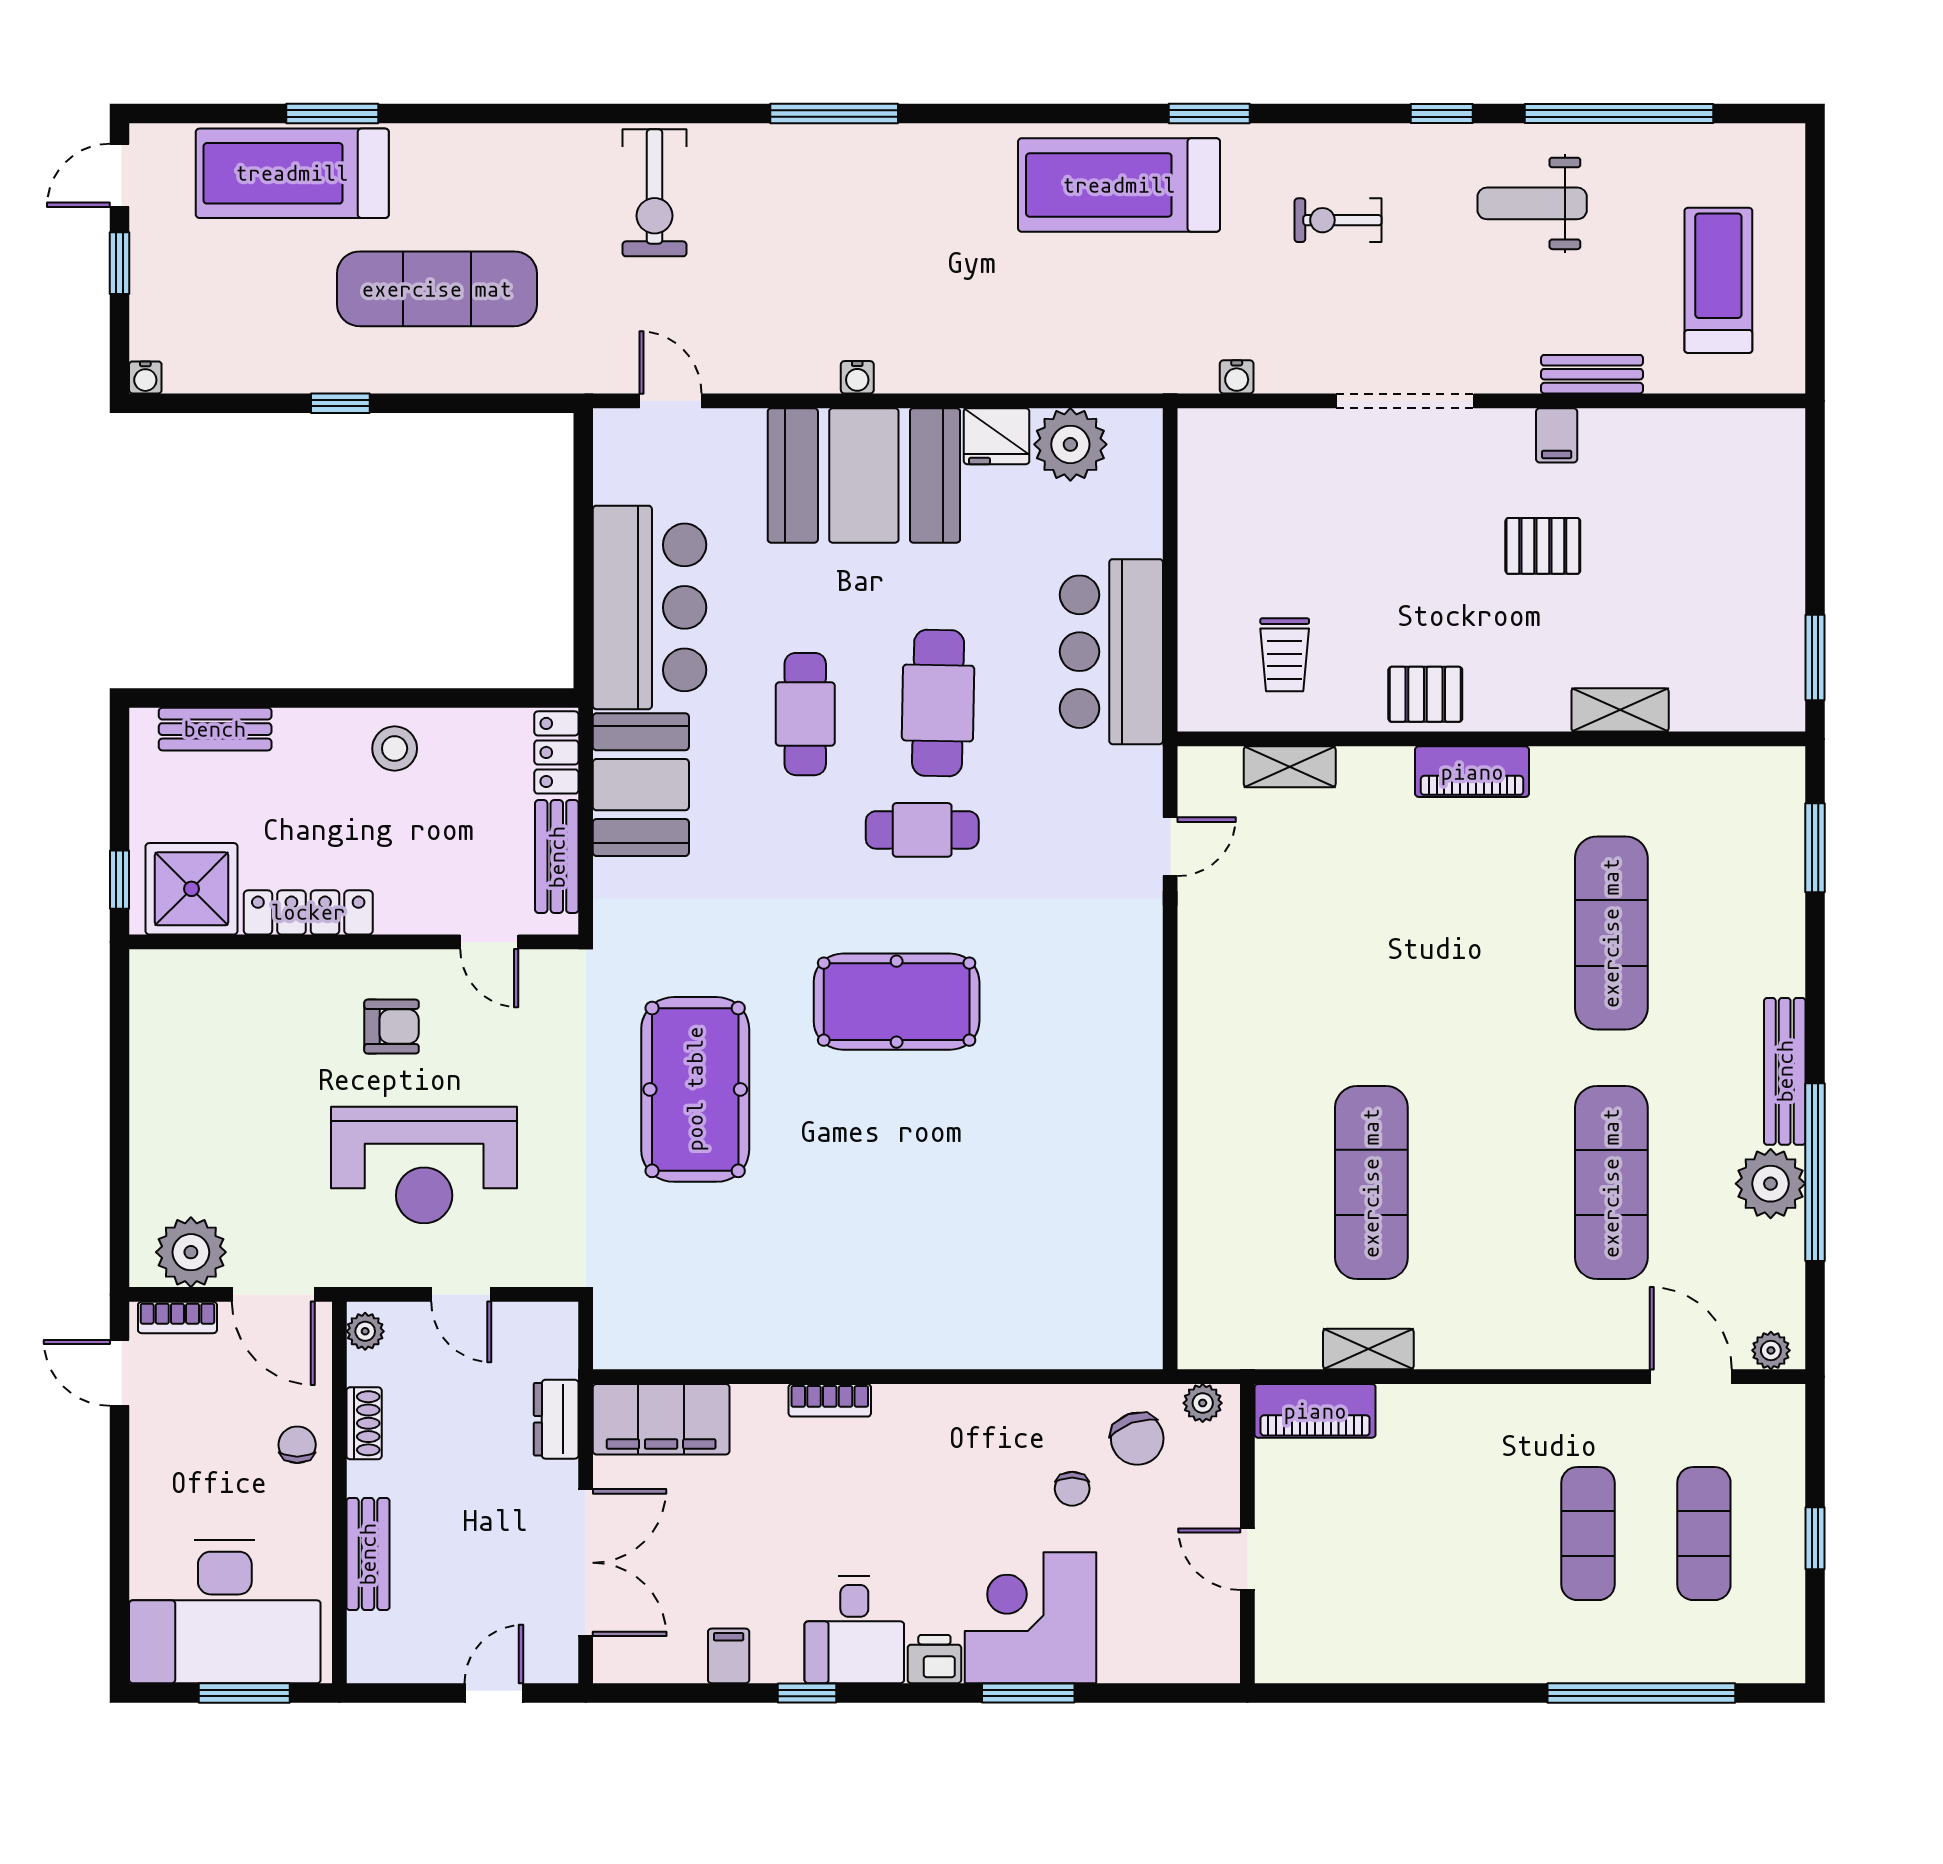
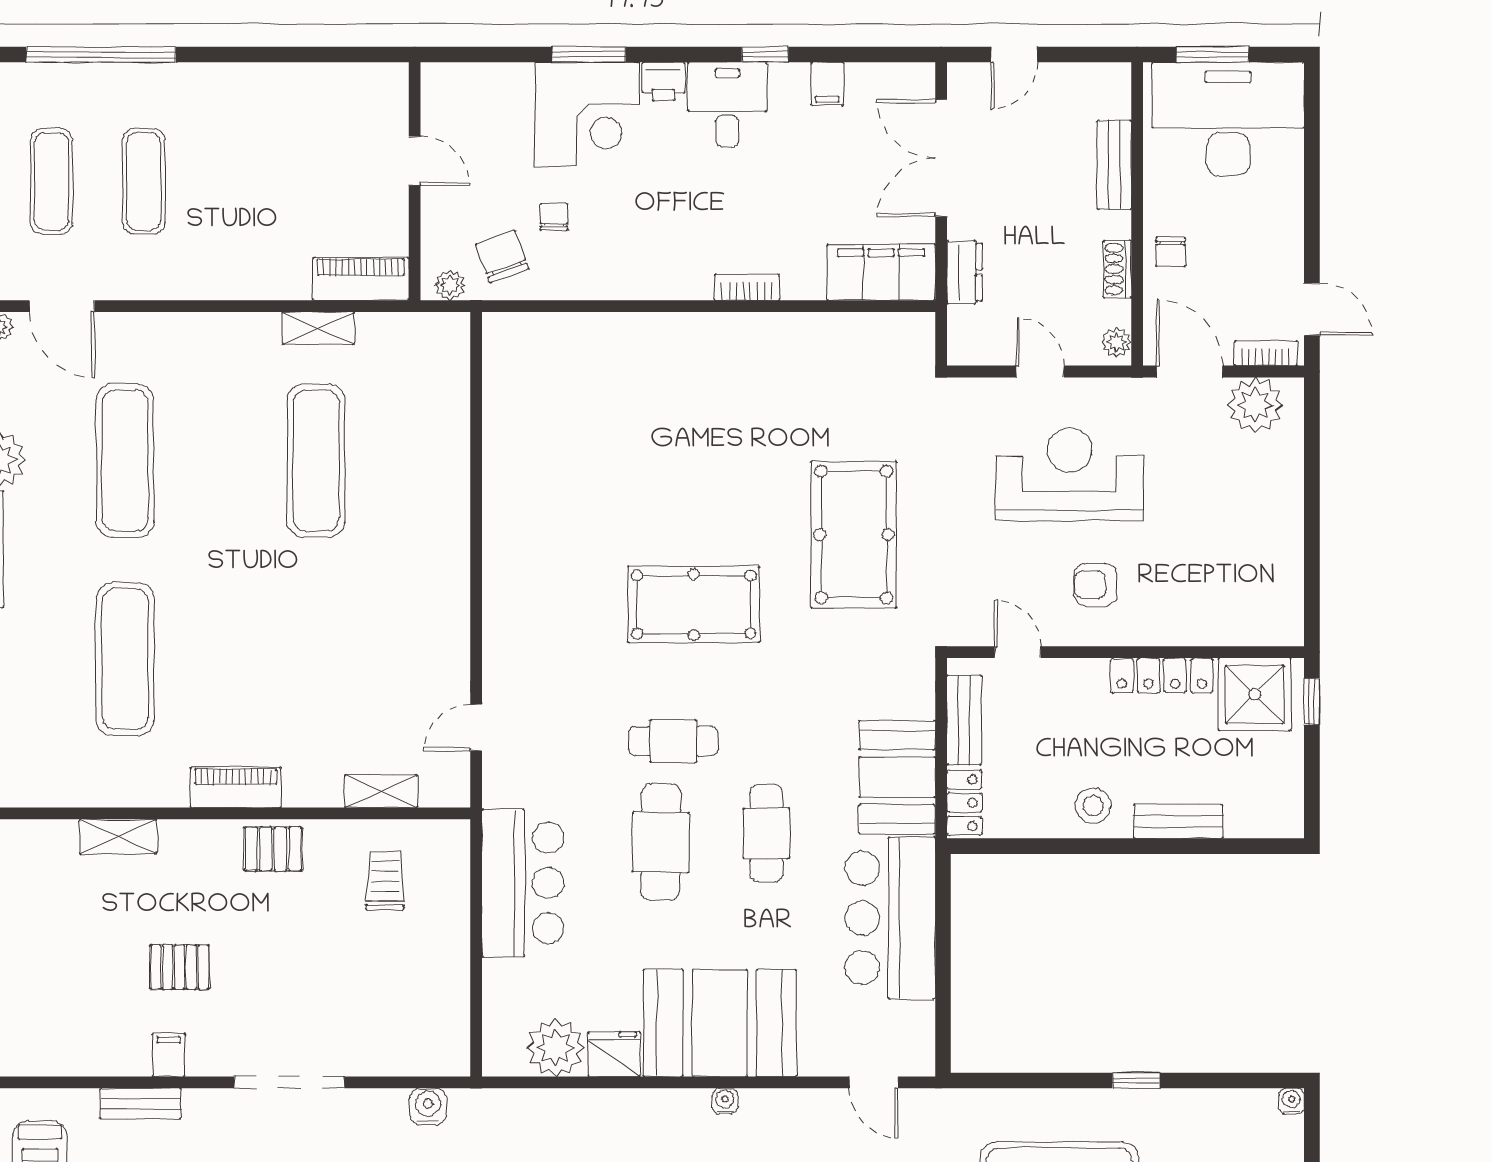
water cooler: (1237, 377) -> (428, 1107), width x1.38, depth x1.38
bench: (215, 729) -> (1178, 821), moved

